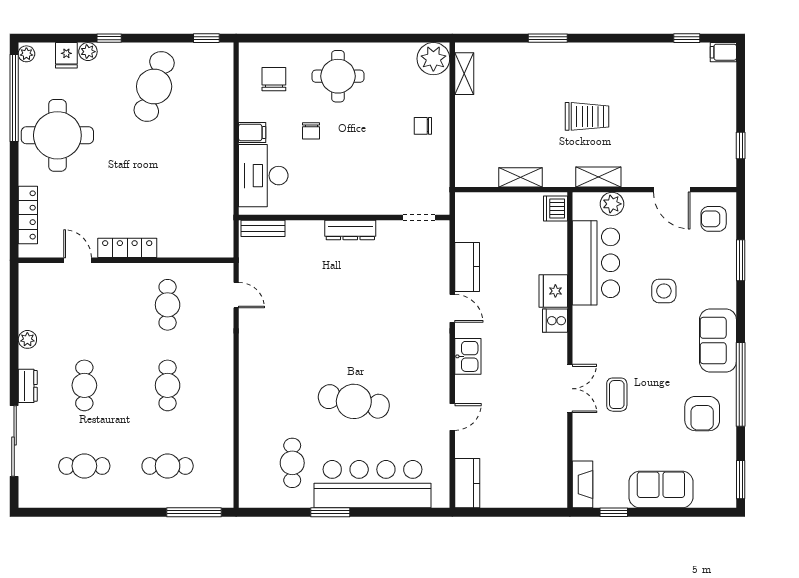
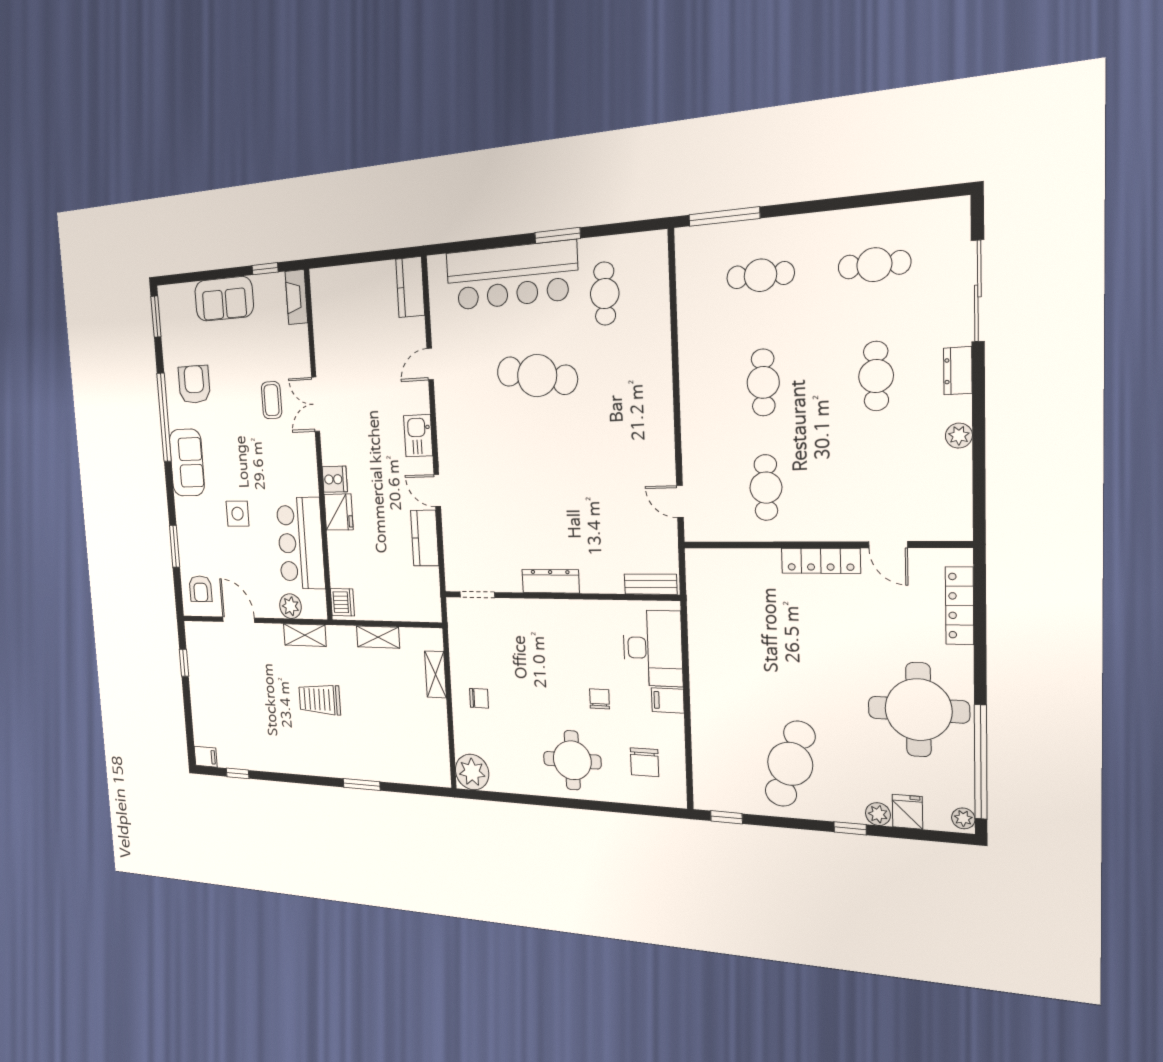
shelving: (464, 74) -> (435, 674), moved
armchair: (714, 219) -> (201, 589), turned 90

